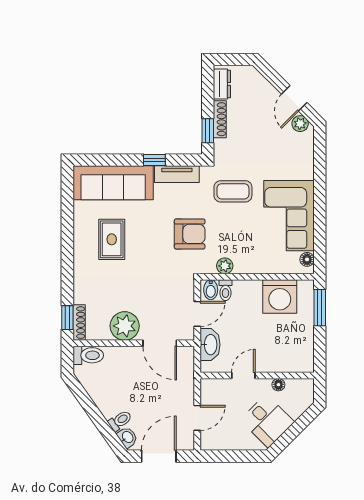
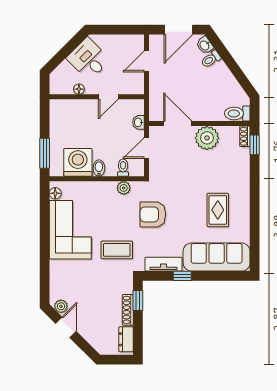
bidet: (211, 290) -> (99, 168), moved
shoe rack: (79, 323) -> (245, 136), width x0.70
washbasin: (210, 345) -> (138, 122), width x0.52, depth x0.69

